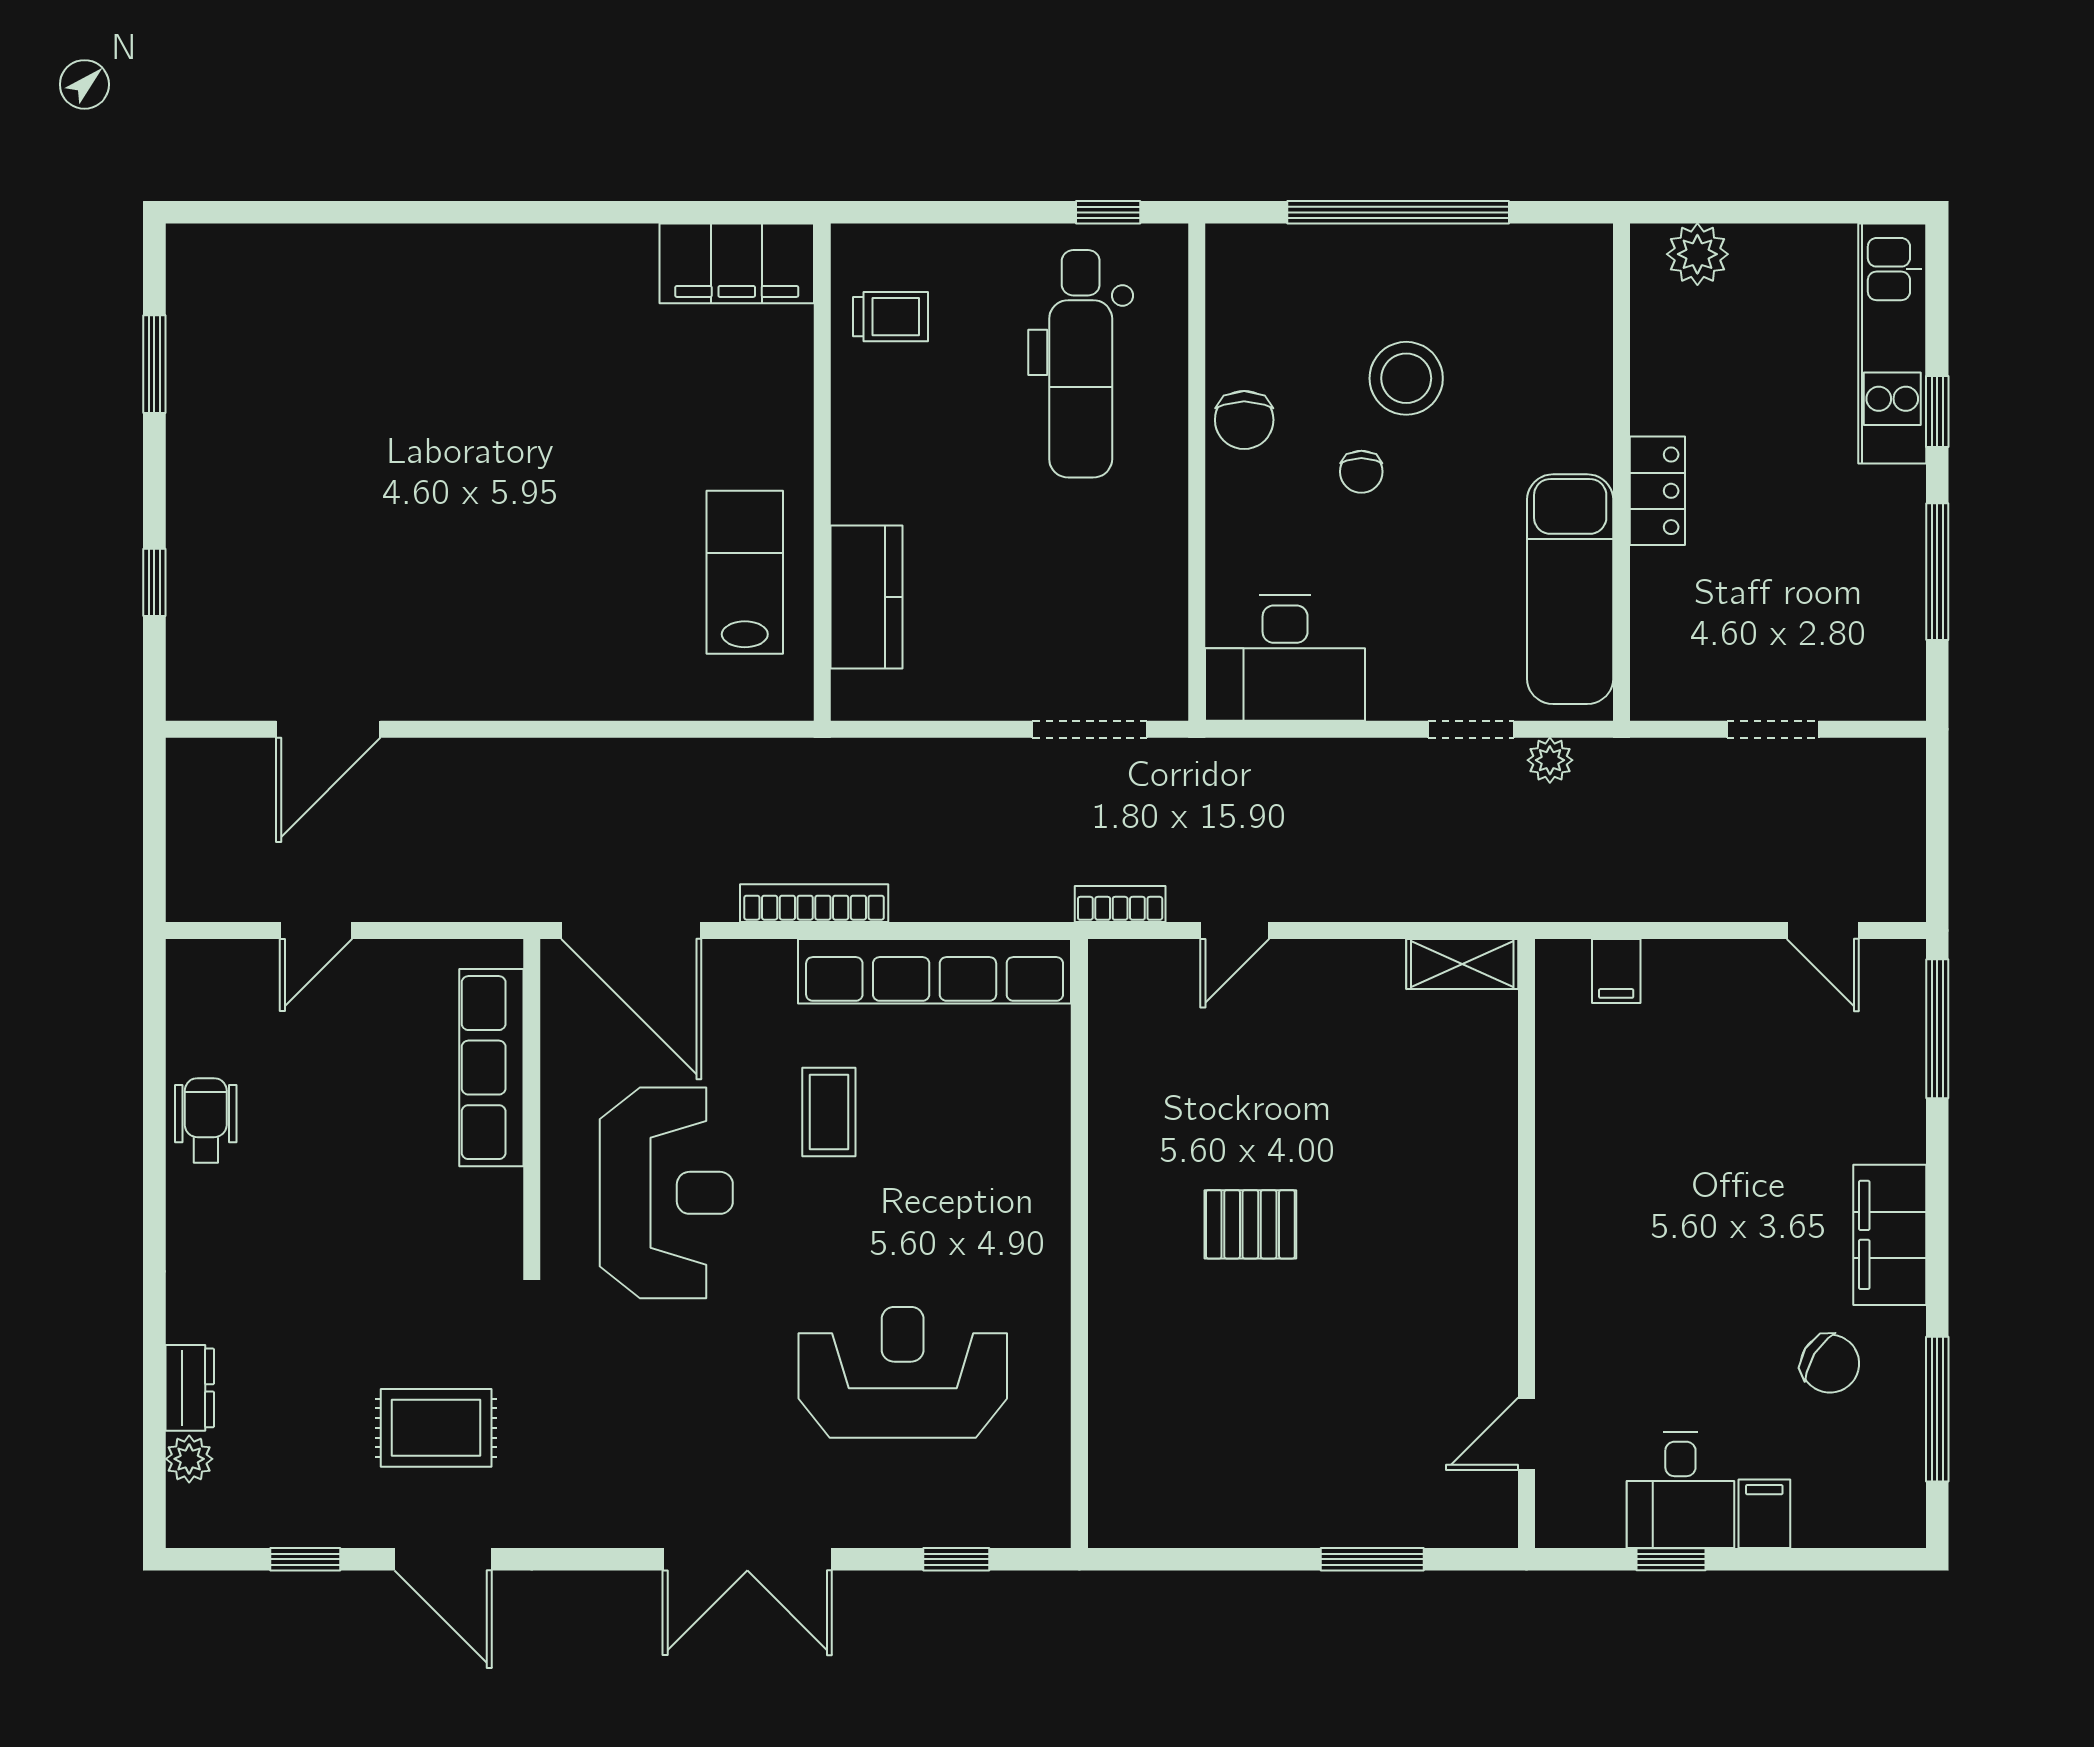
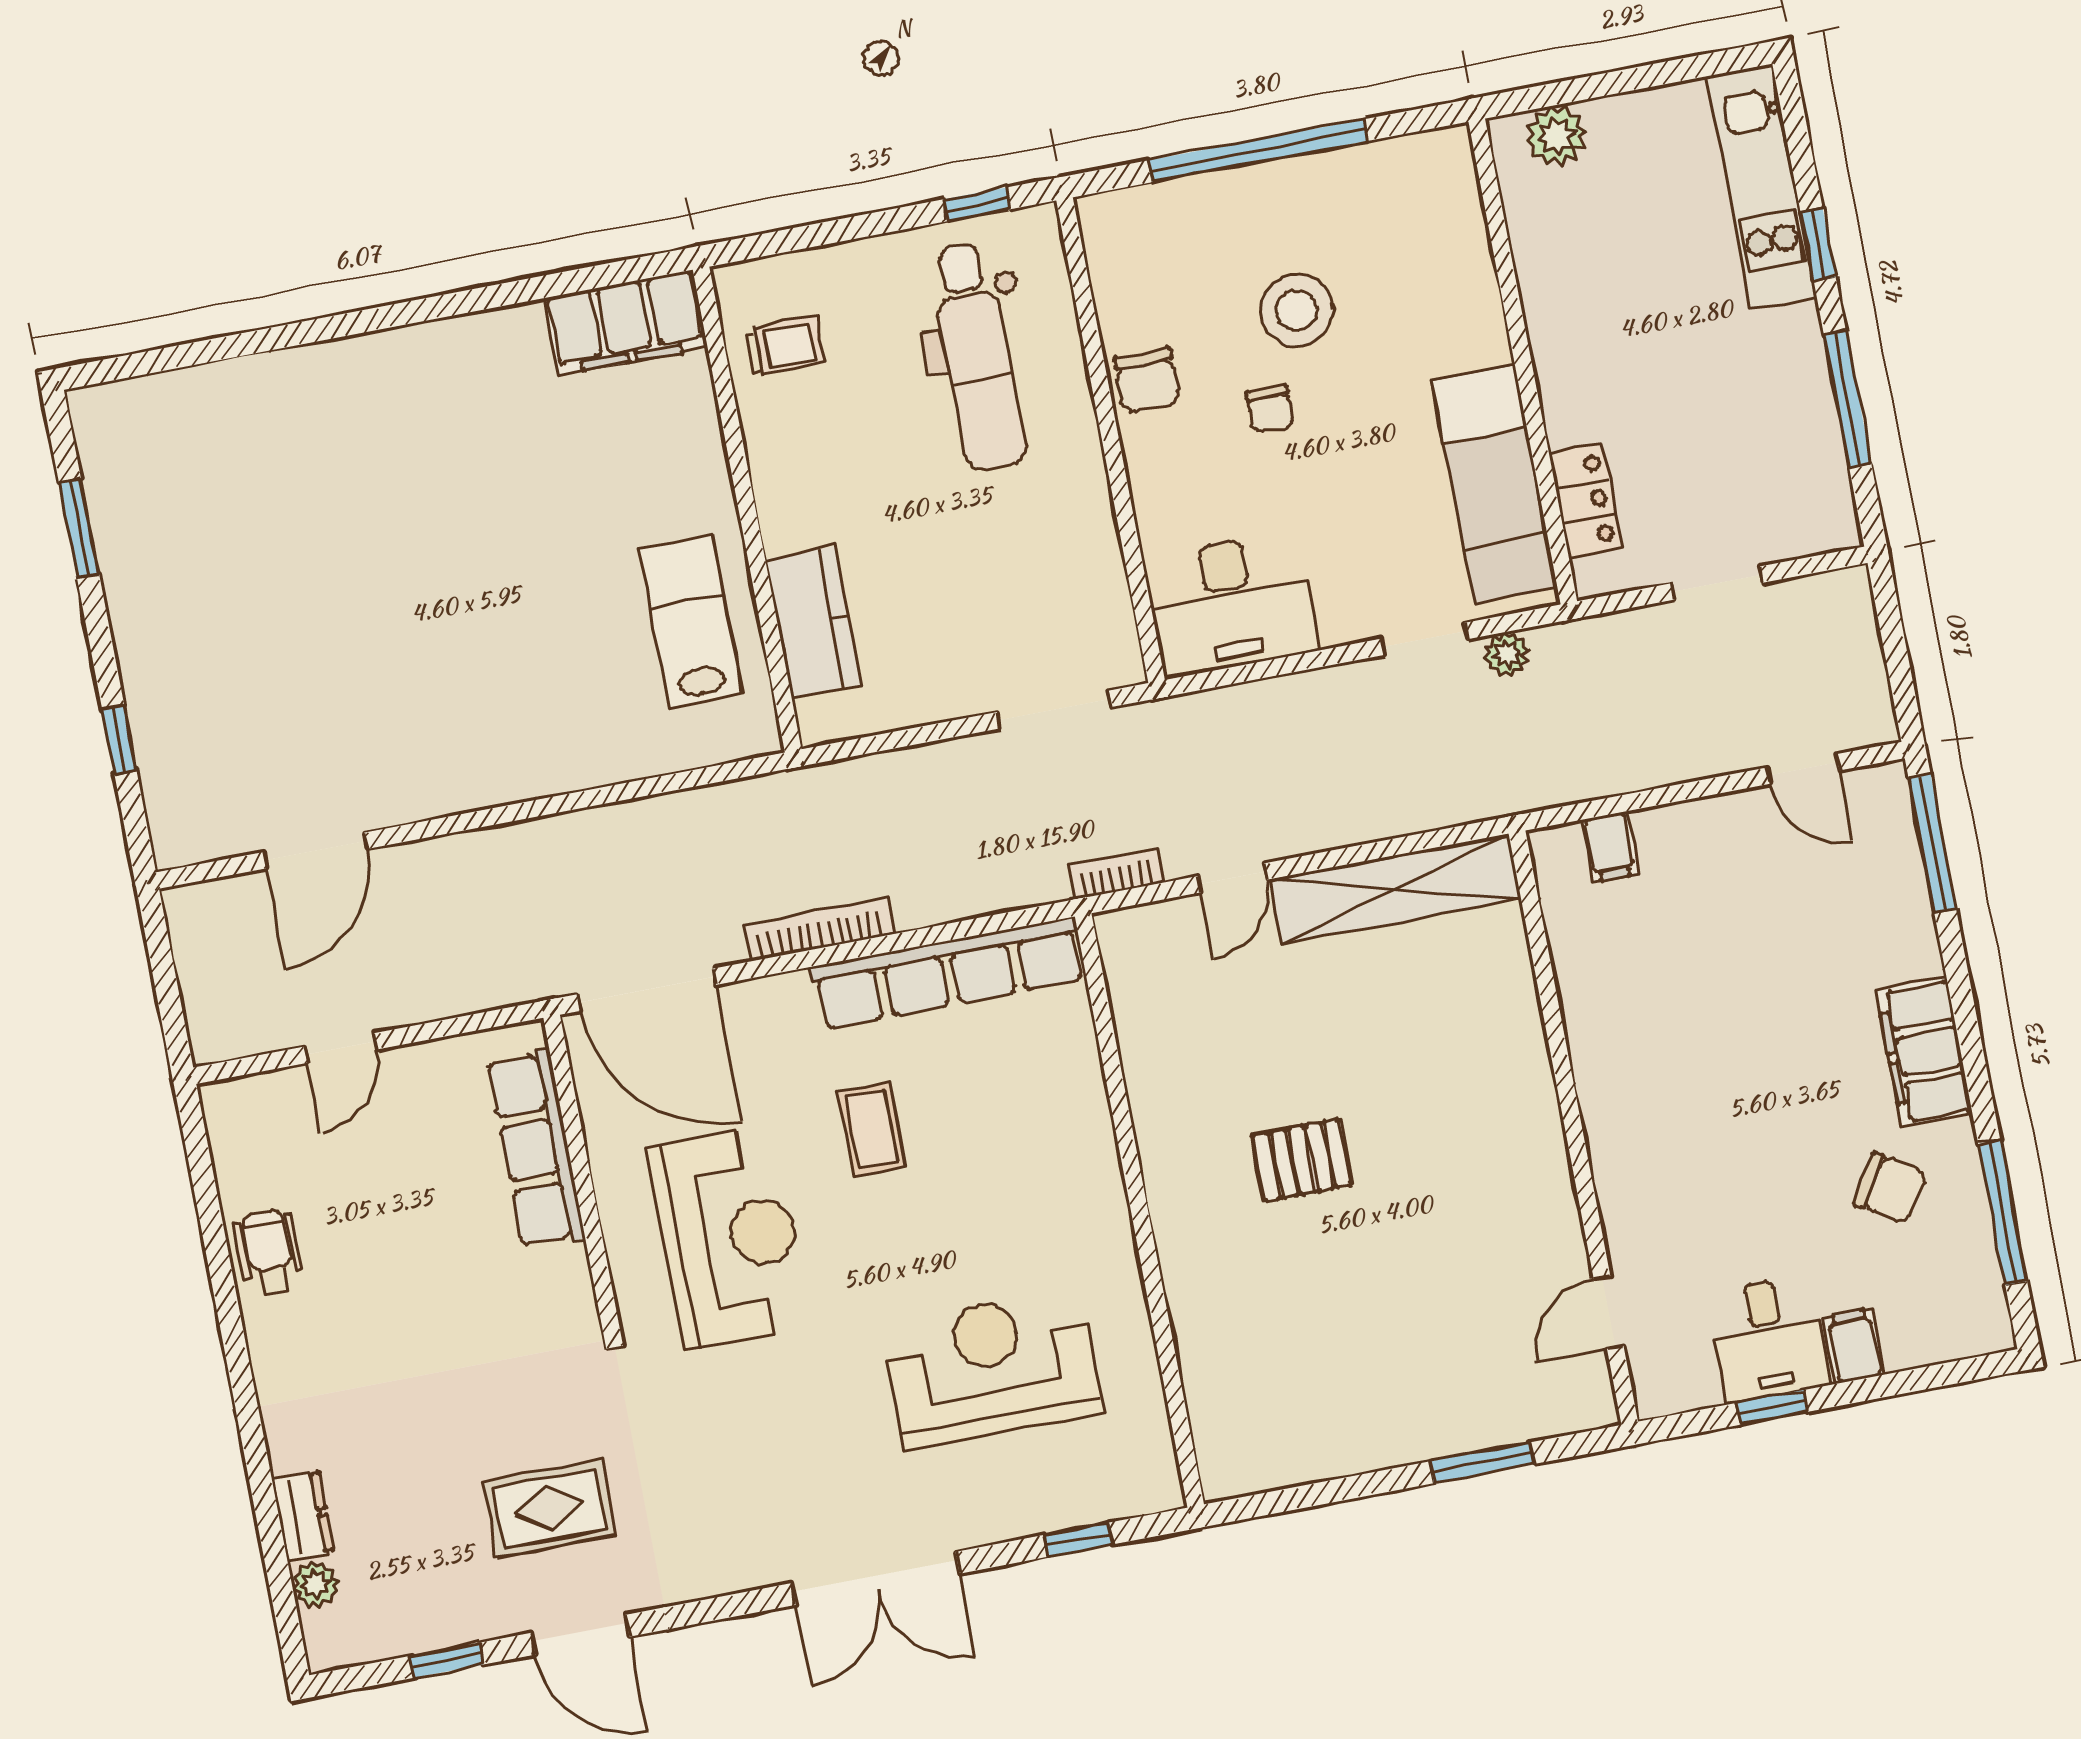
locker: (1657, 491) -> (1585, 501), moved
shelving: (1462, 964) -> (1396, 889), width x2.20, depth x1.33

